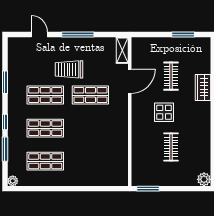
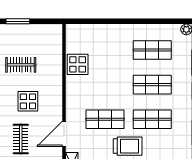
display table: (117, 147) -> (78, 64), added
clothes rail: (171, 147) -> (21, 65), turned 90
window: (148, 189) -> (18, 21), moved

